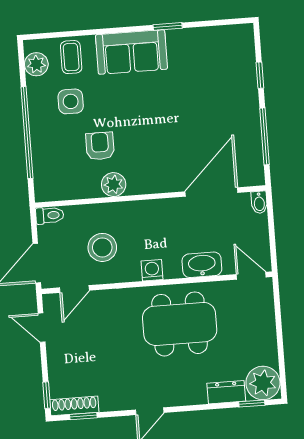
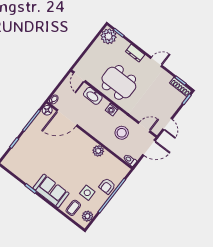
armchair: (100, 146) -> (107, 186), moved
floor lamp: (254, 176) -> (47, 110), added
dresser: (226, 392) -> (135, 53), moved

